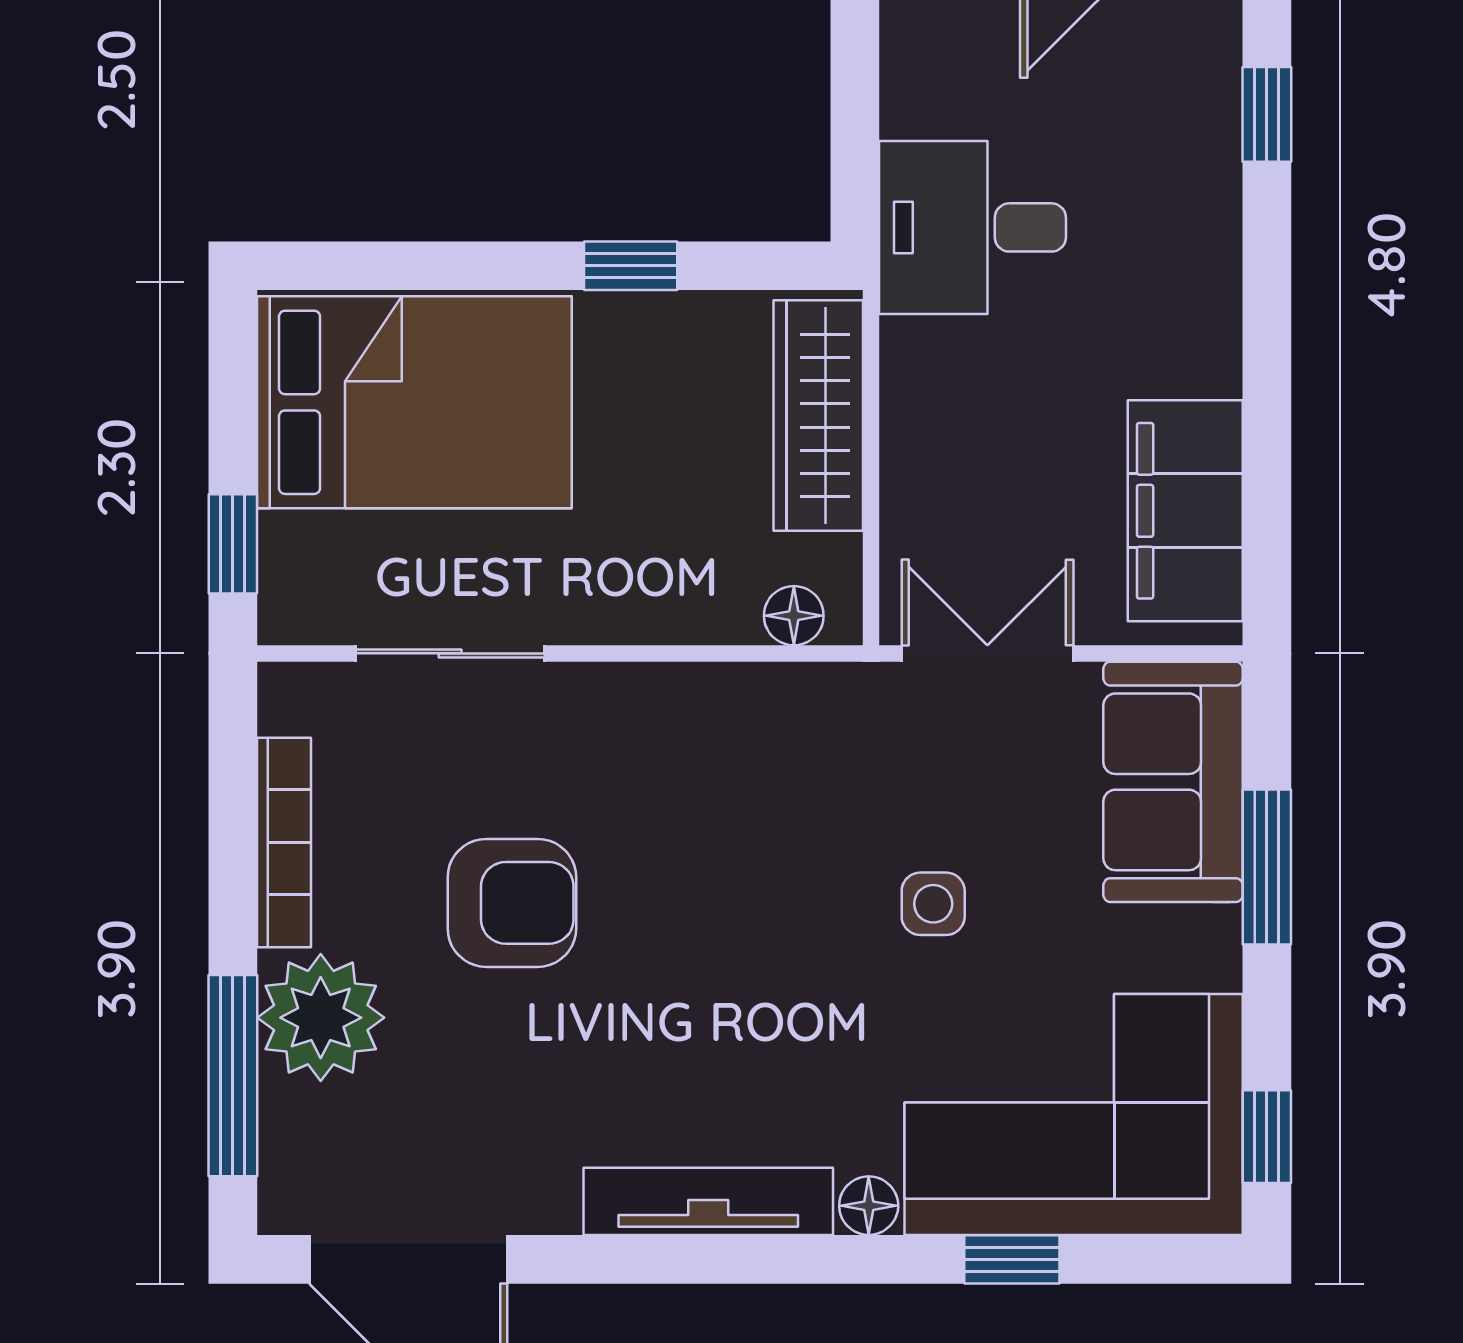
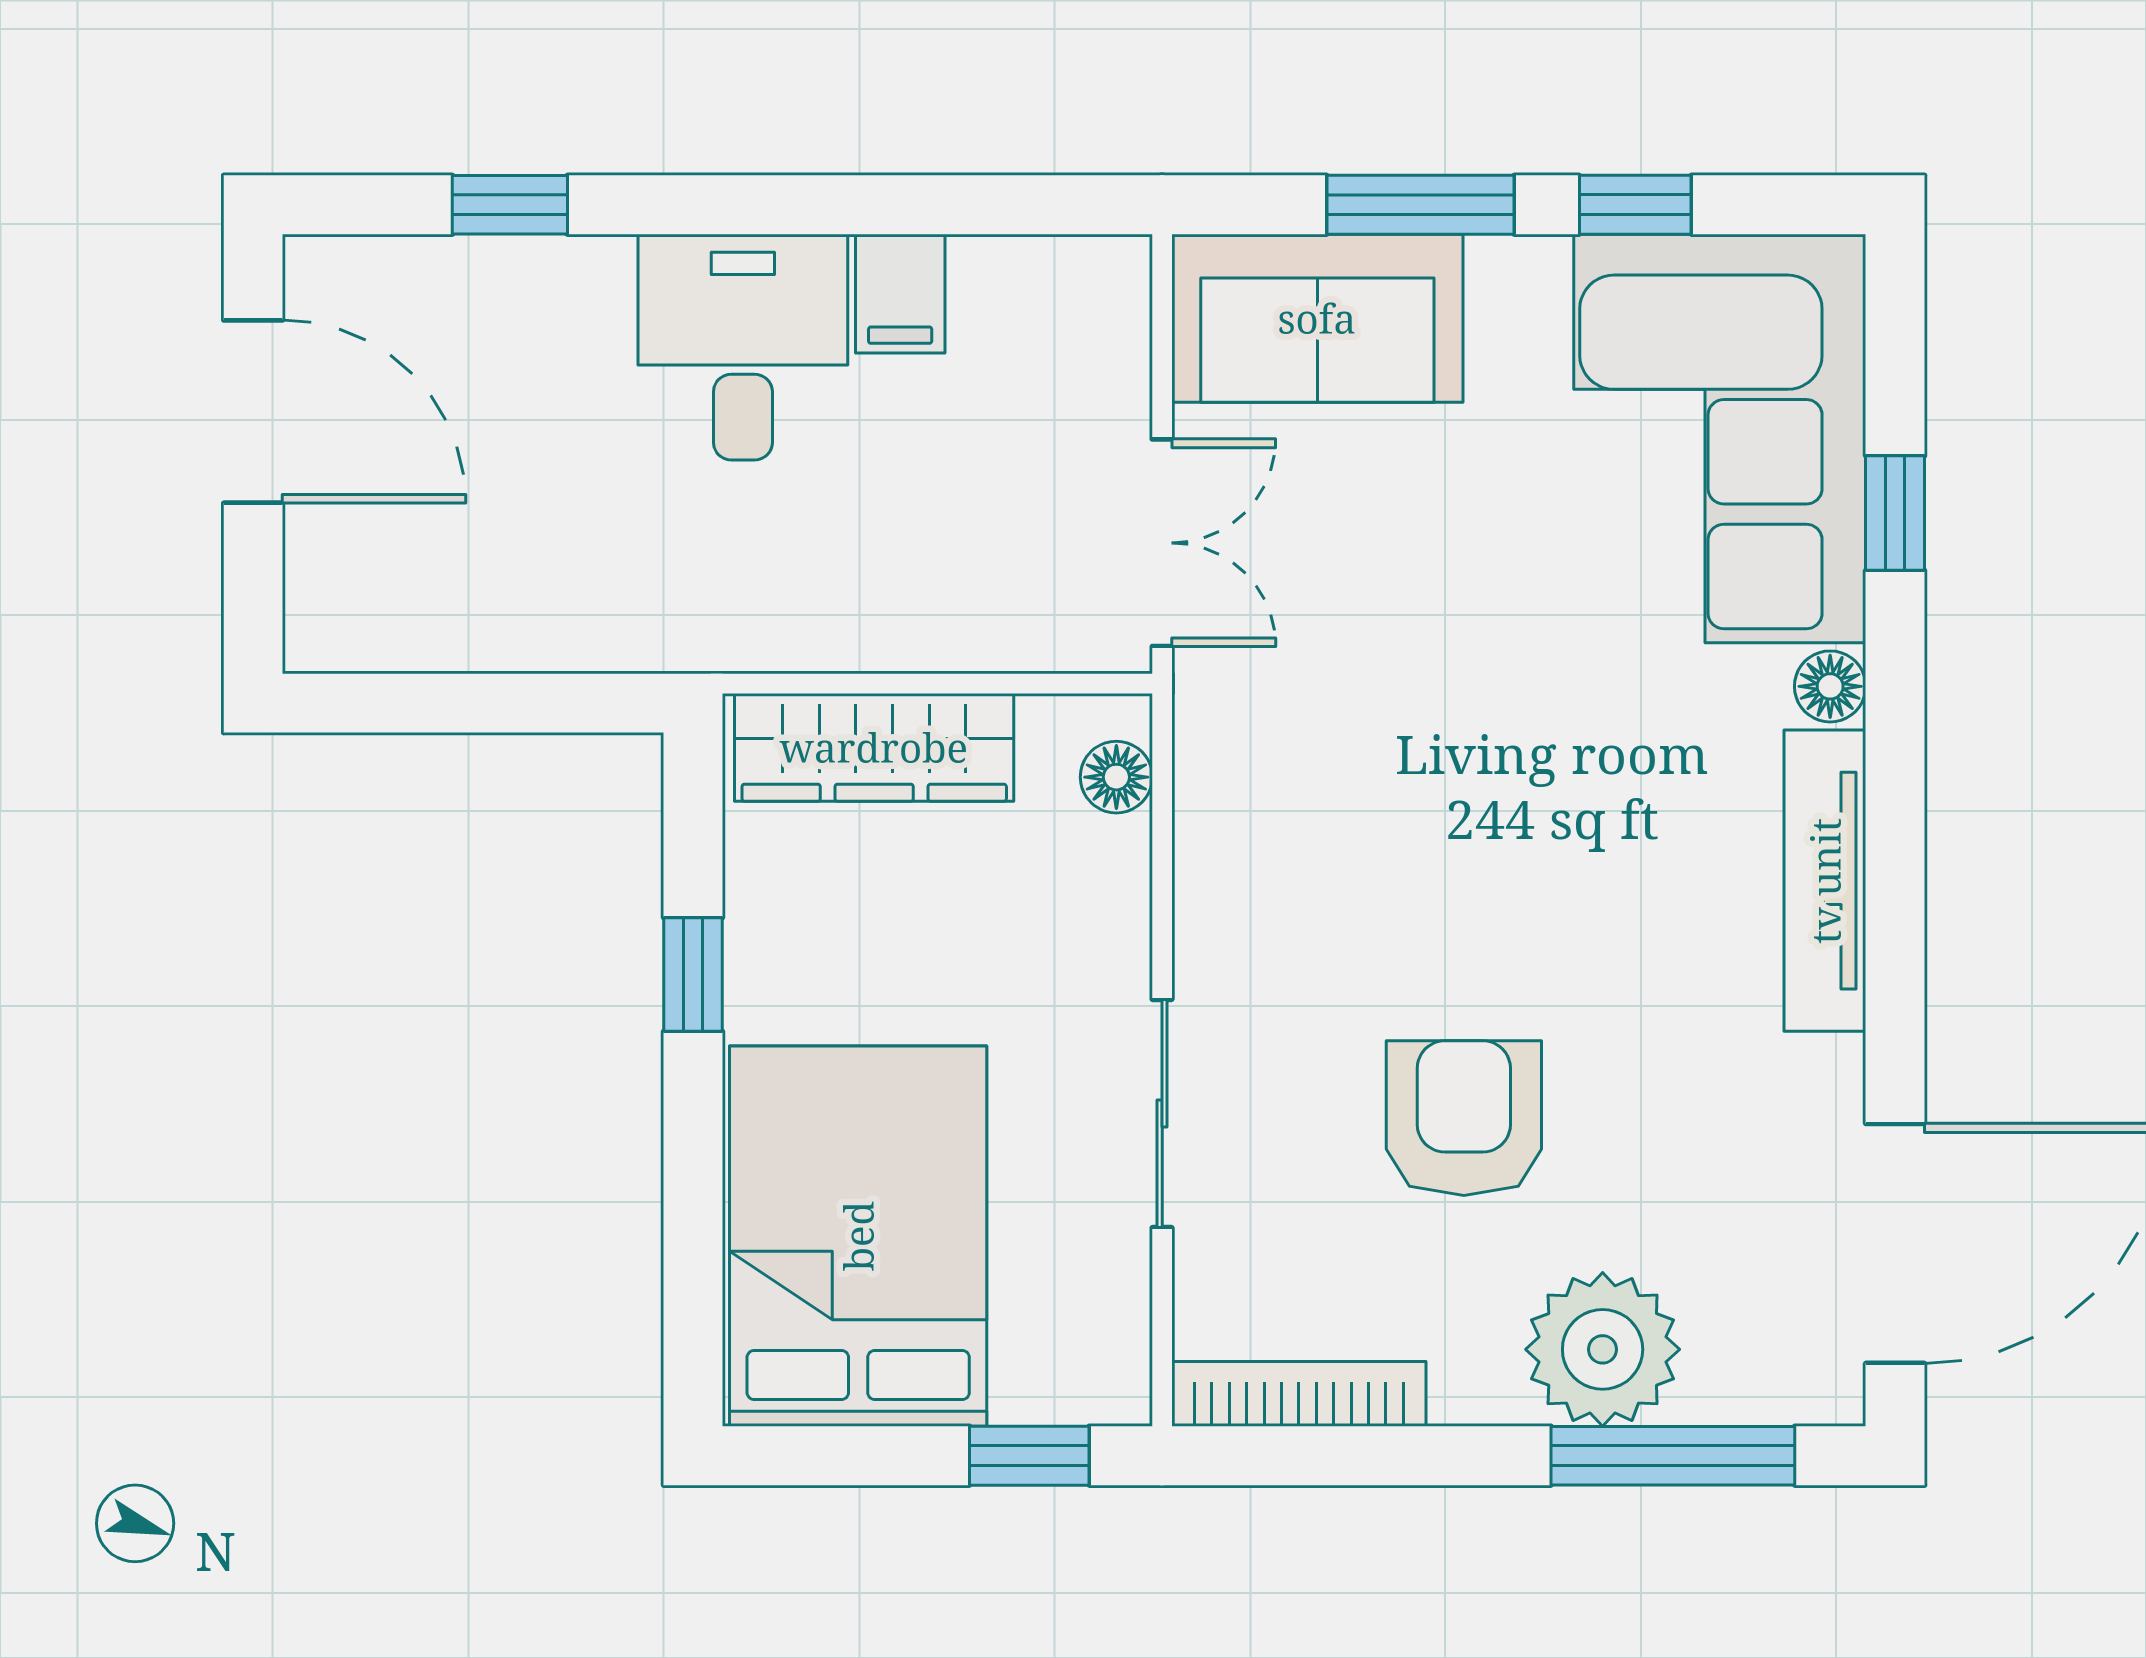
desk: (972, 227) -> (743, 347), moved, turned 180
filing cabinet: (1185, 511) -> (900, 294), width x0.33, depth x0.86
sliding door: (450, 653) -> (1162, 1113), moved
double door: (987, 653) -> (1162, 543), swing flipped
bookcase: (284, 842) -> (1299, 1394), moved
side table: (933, 904) -> (1465, 608), removed
window: (1267, 1137) -> (1635, 205), moved

